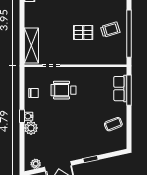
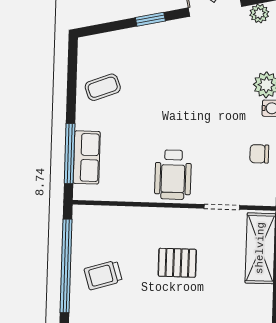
pallet: (83, 32) -> (177, 263), moved
wheelchair: (63, 90) -> (173, 175), moved, turned 90

